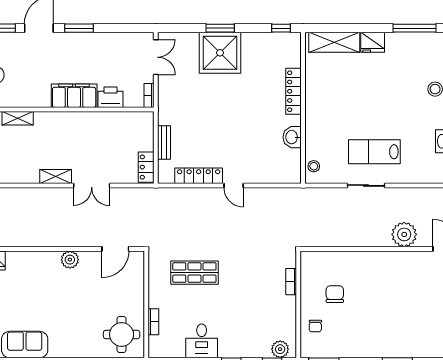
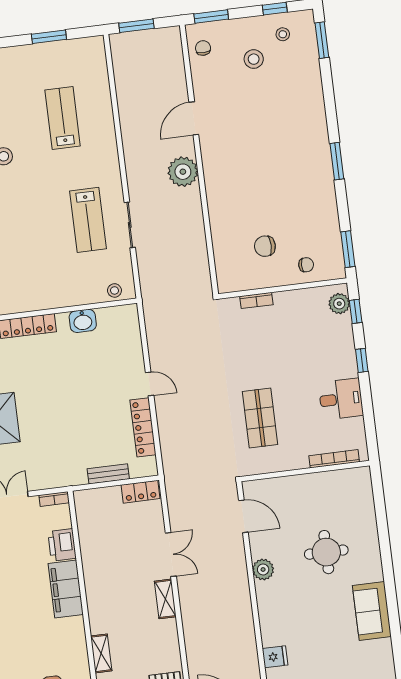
door: (234, 185) -> (150, 384), hinge flipped
bookcase: (153, 322) -> (334, 459), width x1.56
round table: (122, 335) -> (326, 552), moved

